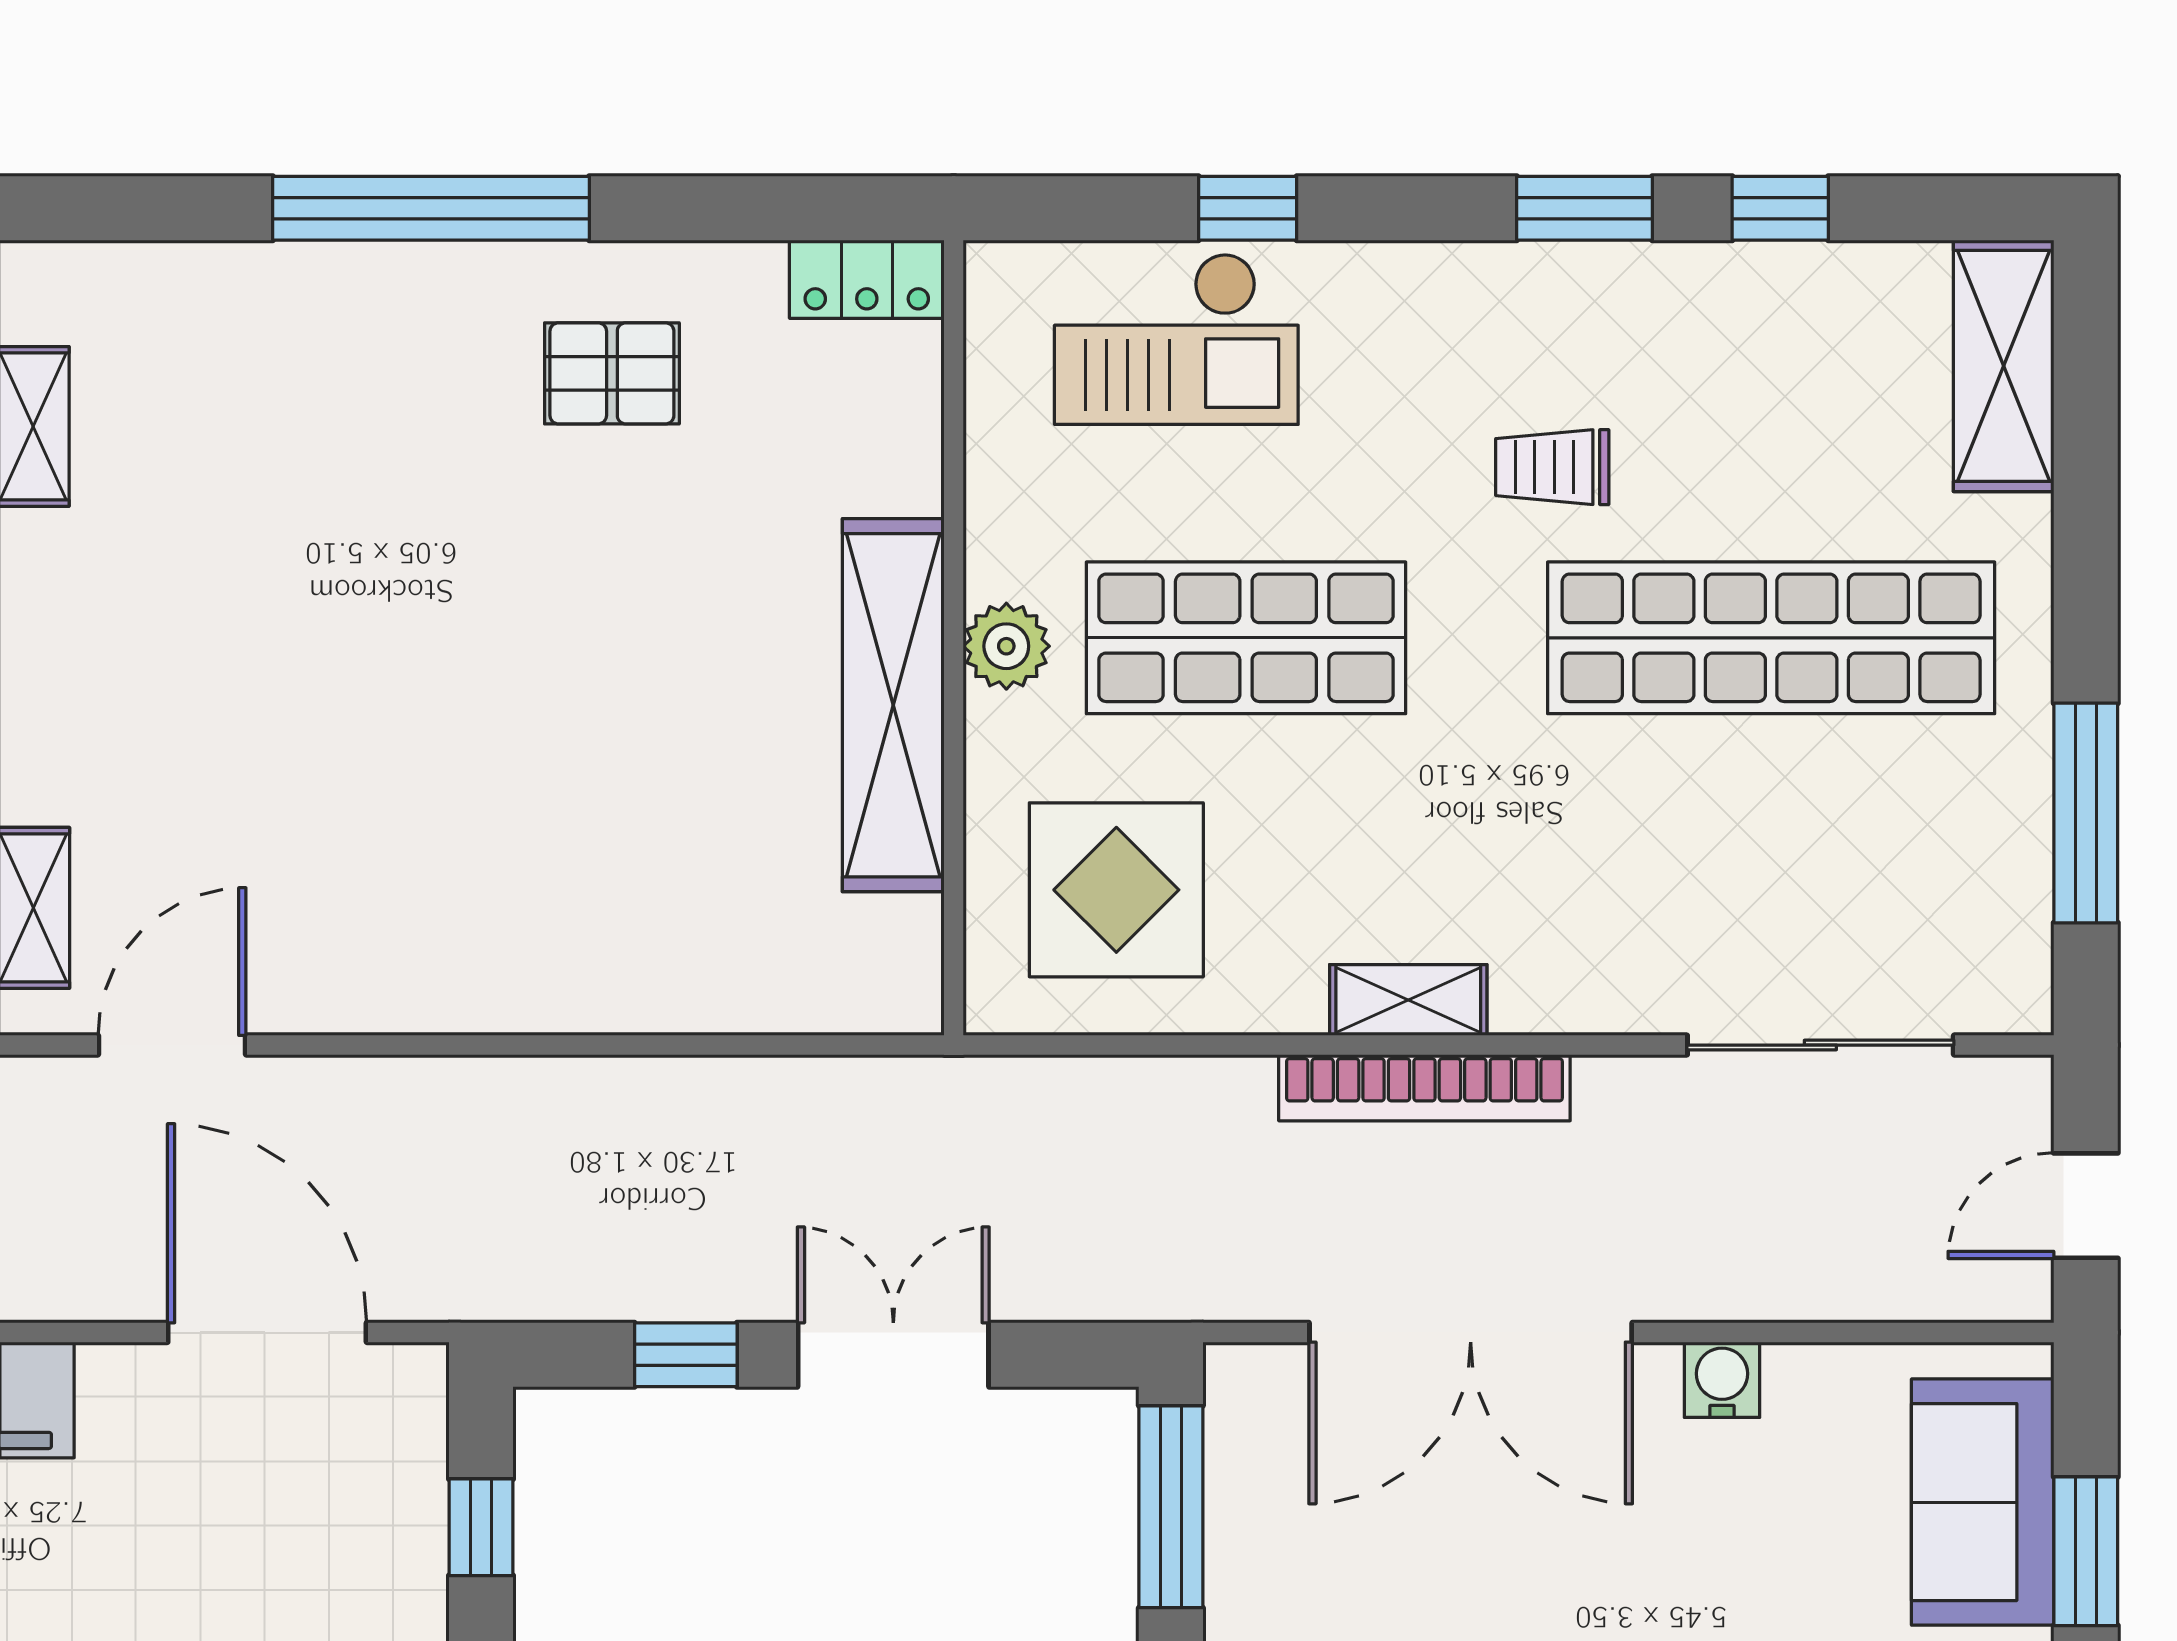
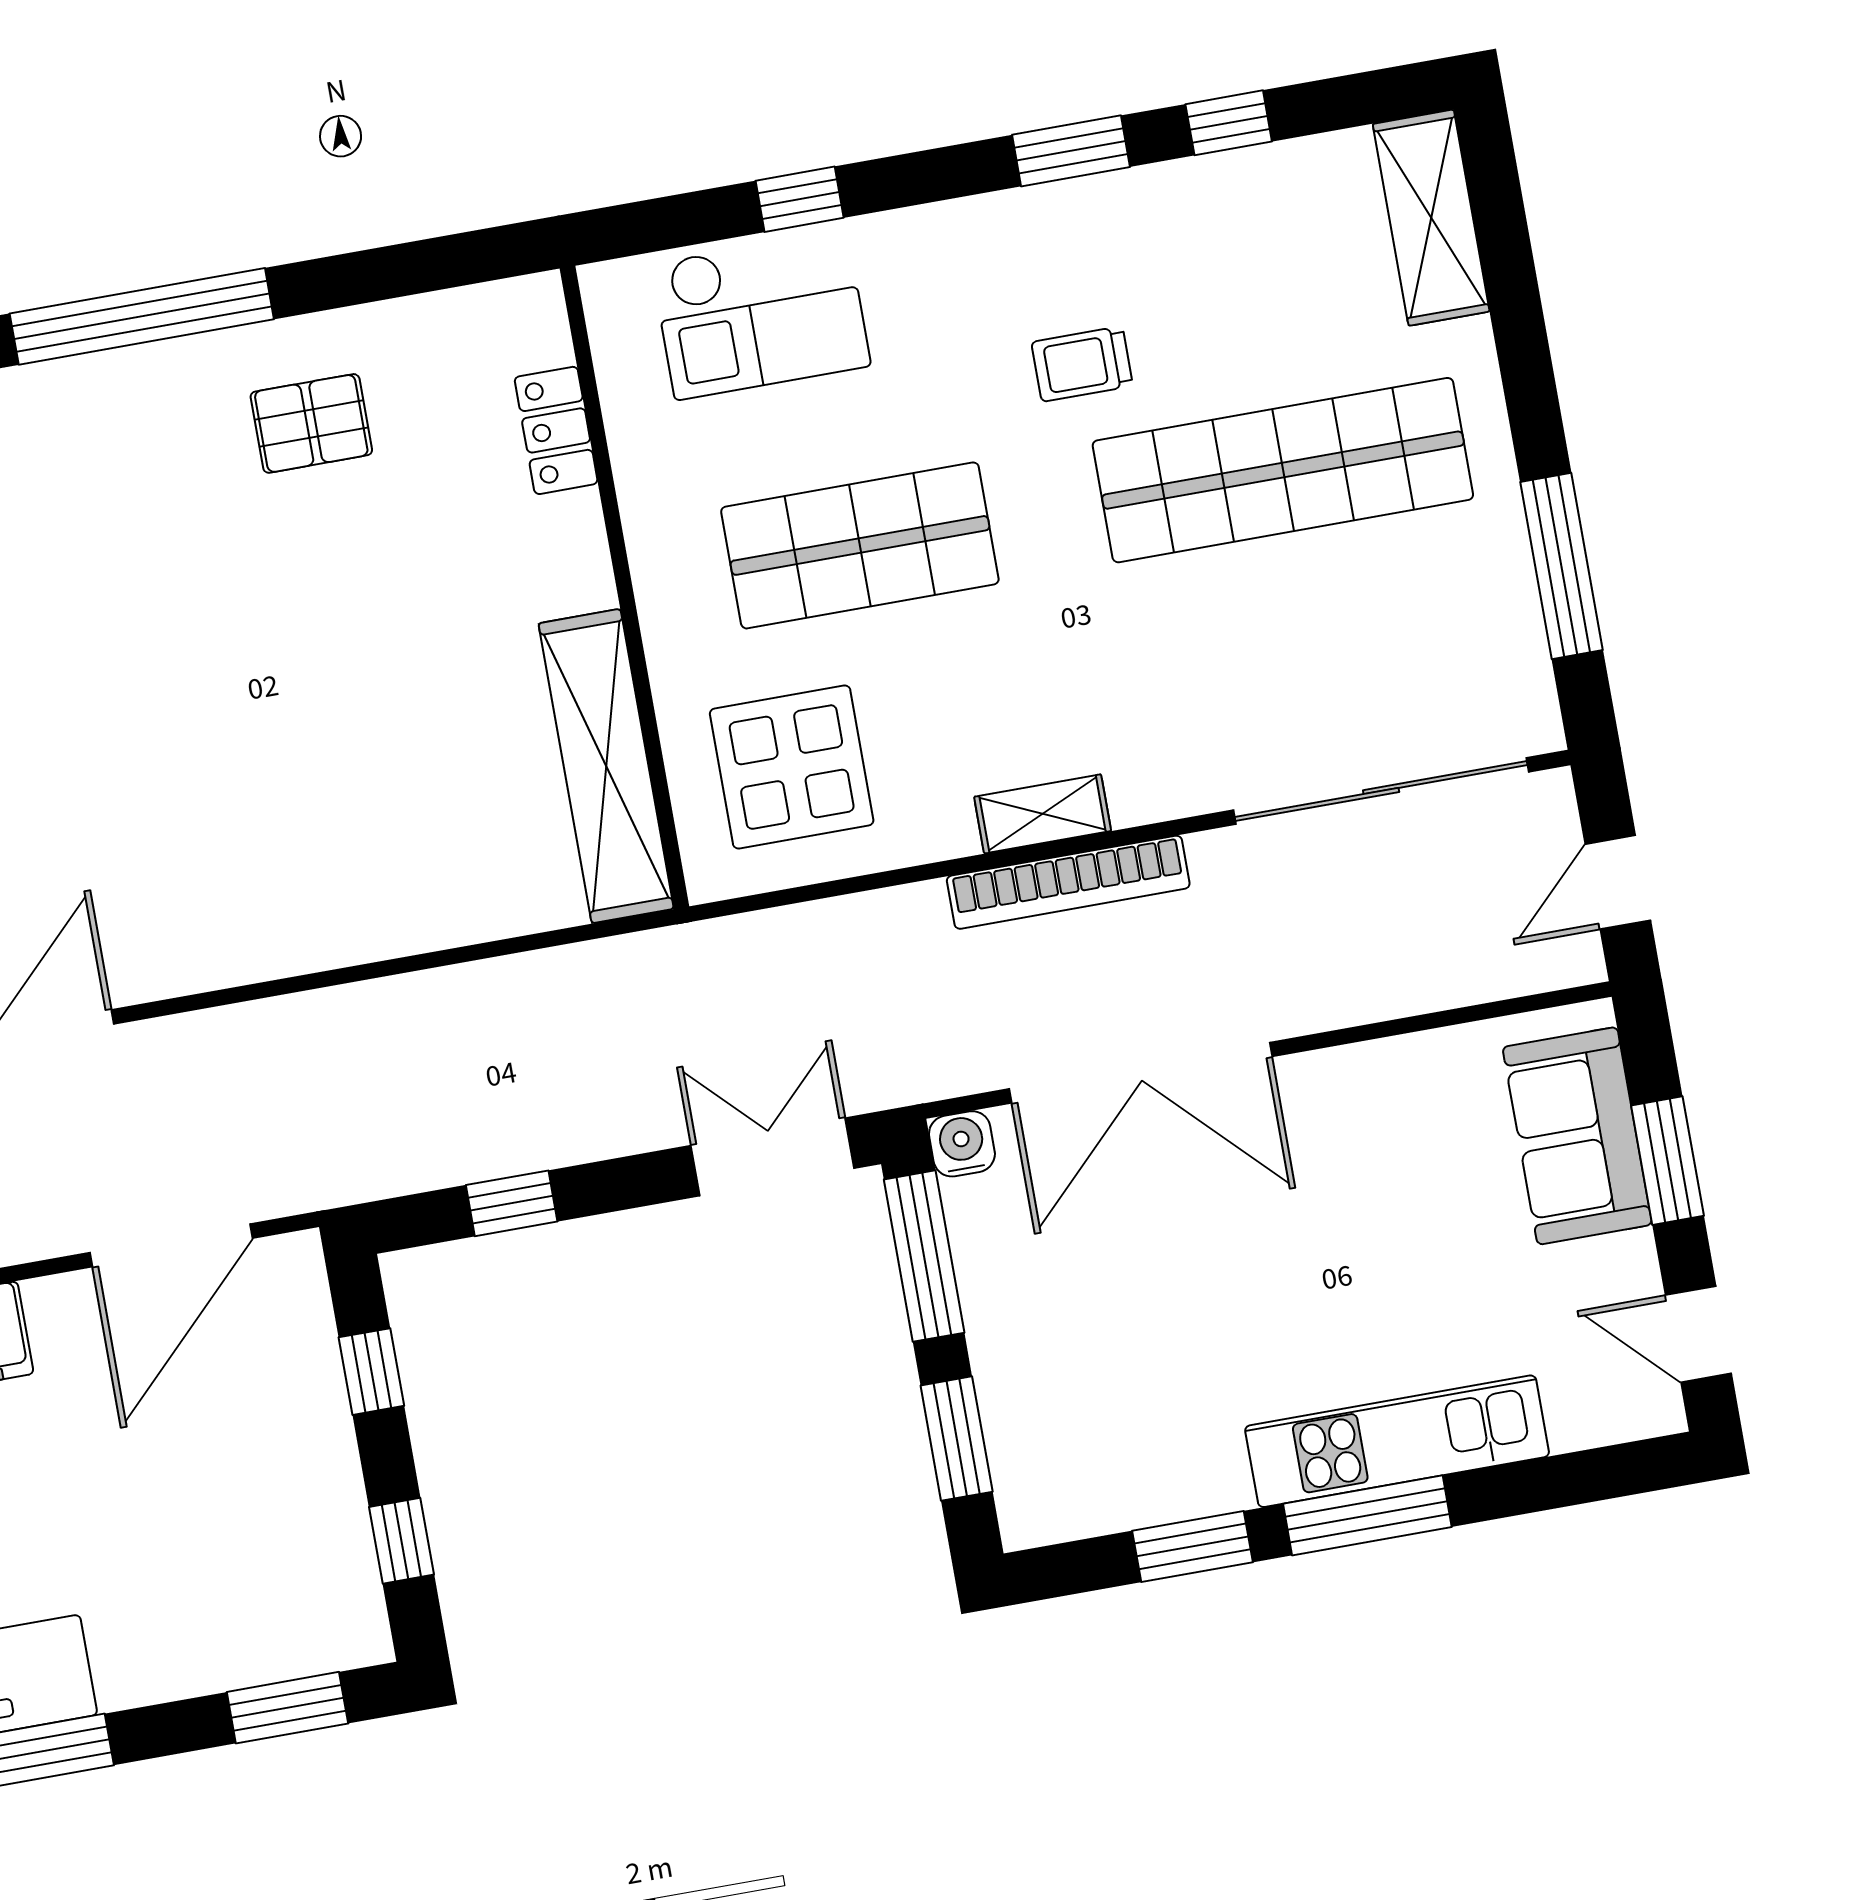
locker: (867, 279) -> (556, 430), moved, turned 90
plant: (1006, 646) -> (668, 587), removed
shelving: (893, 705) -> (606, 766), moved
sliding door: (1820, 1045) -> (1381, 791), width x1.36
door: (267, 1332) -> (171, 1245), swing flipped
double door: (893, 1355) -> (773, 1157), moved
water cooler: (1722, 1380) -> (962, 1144), moved

